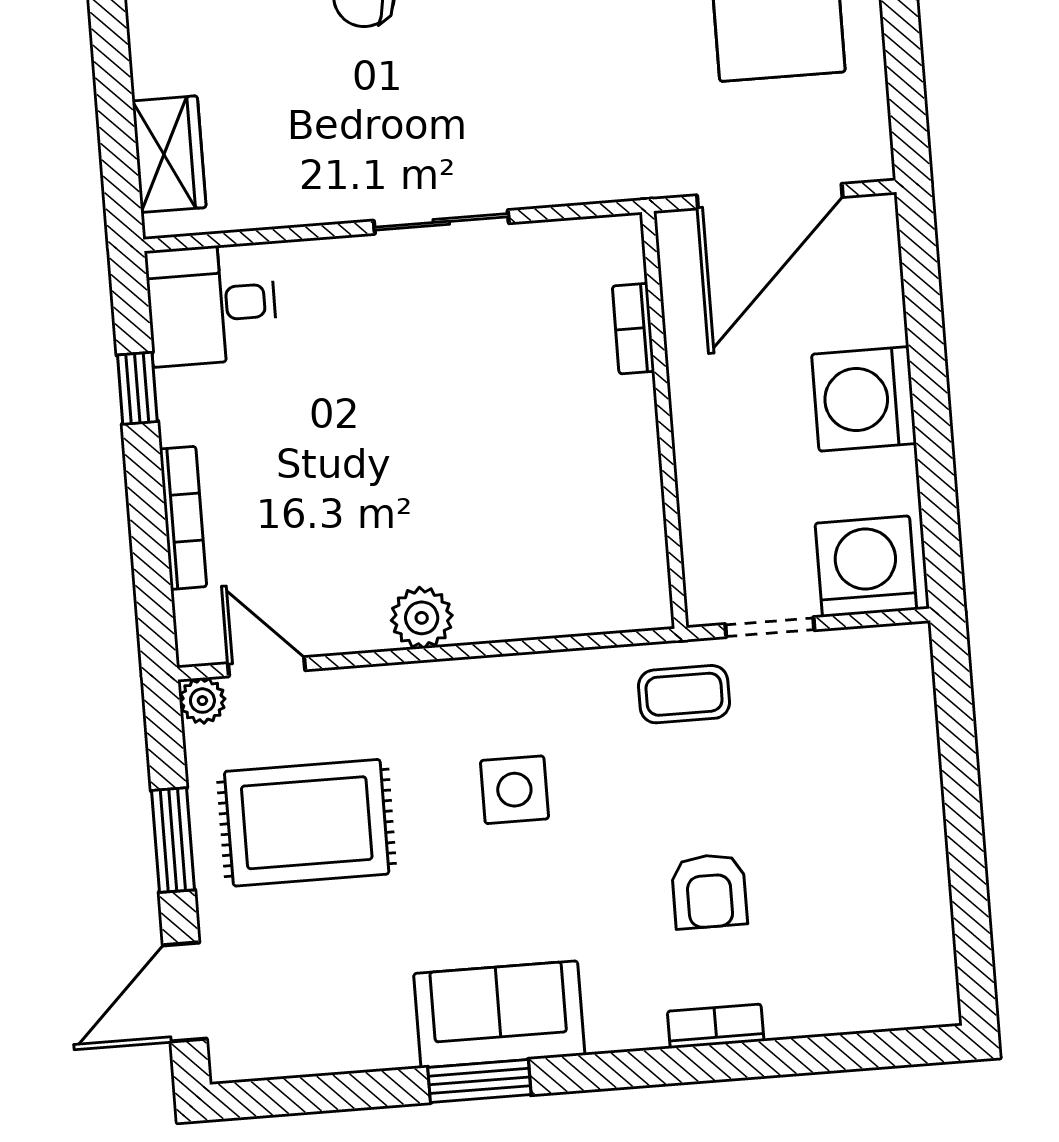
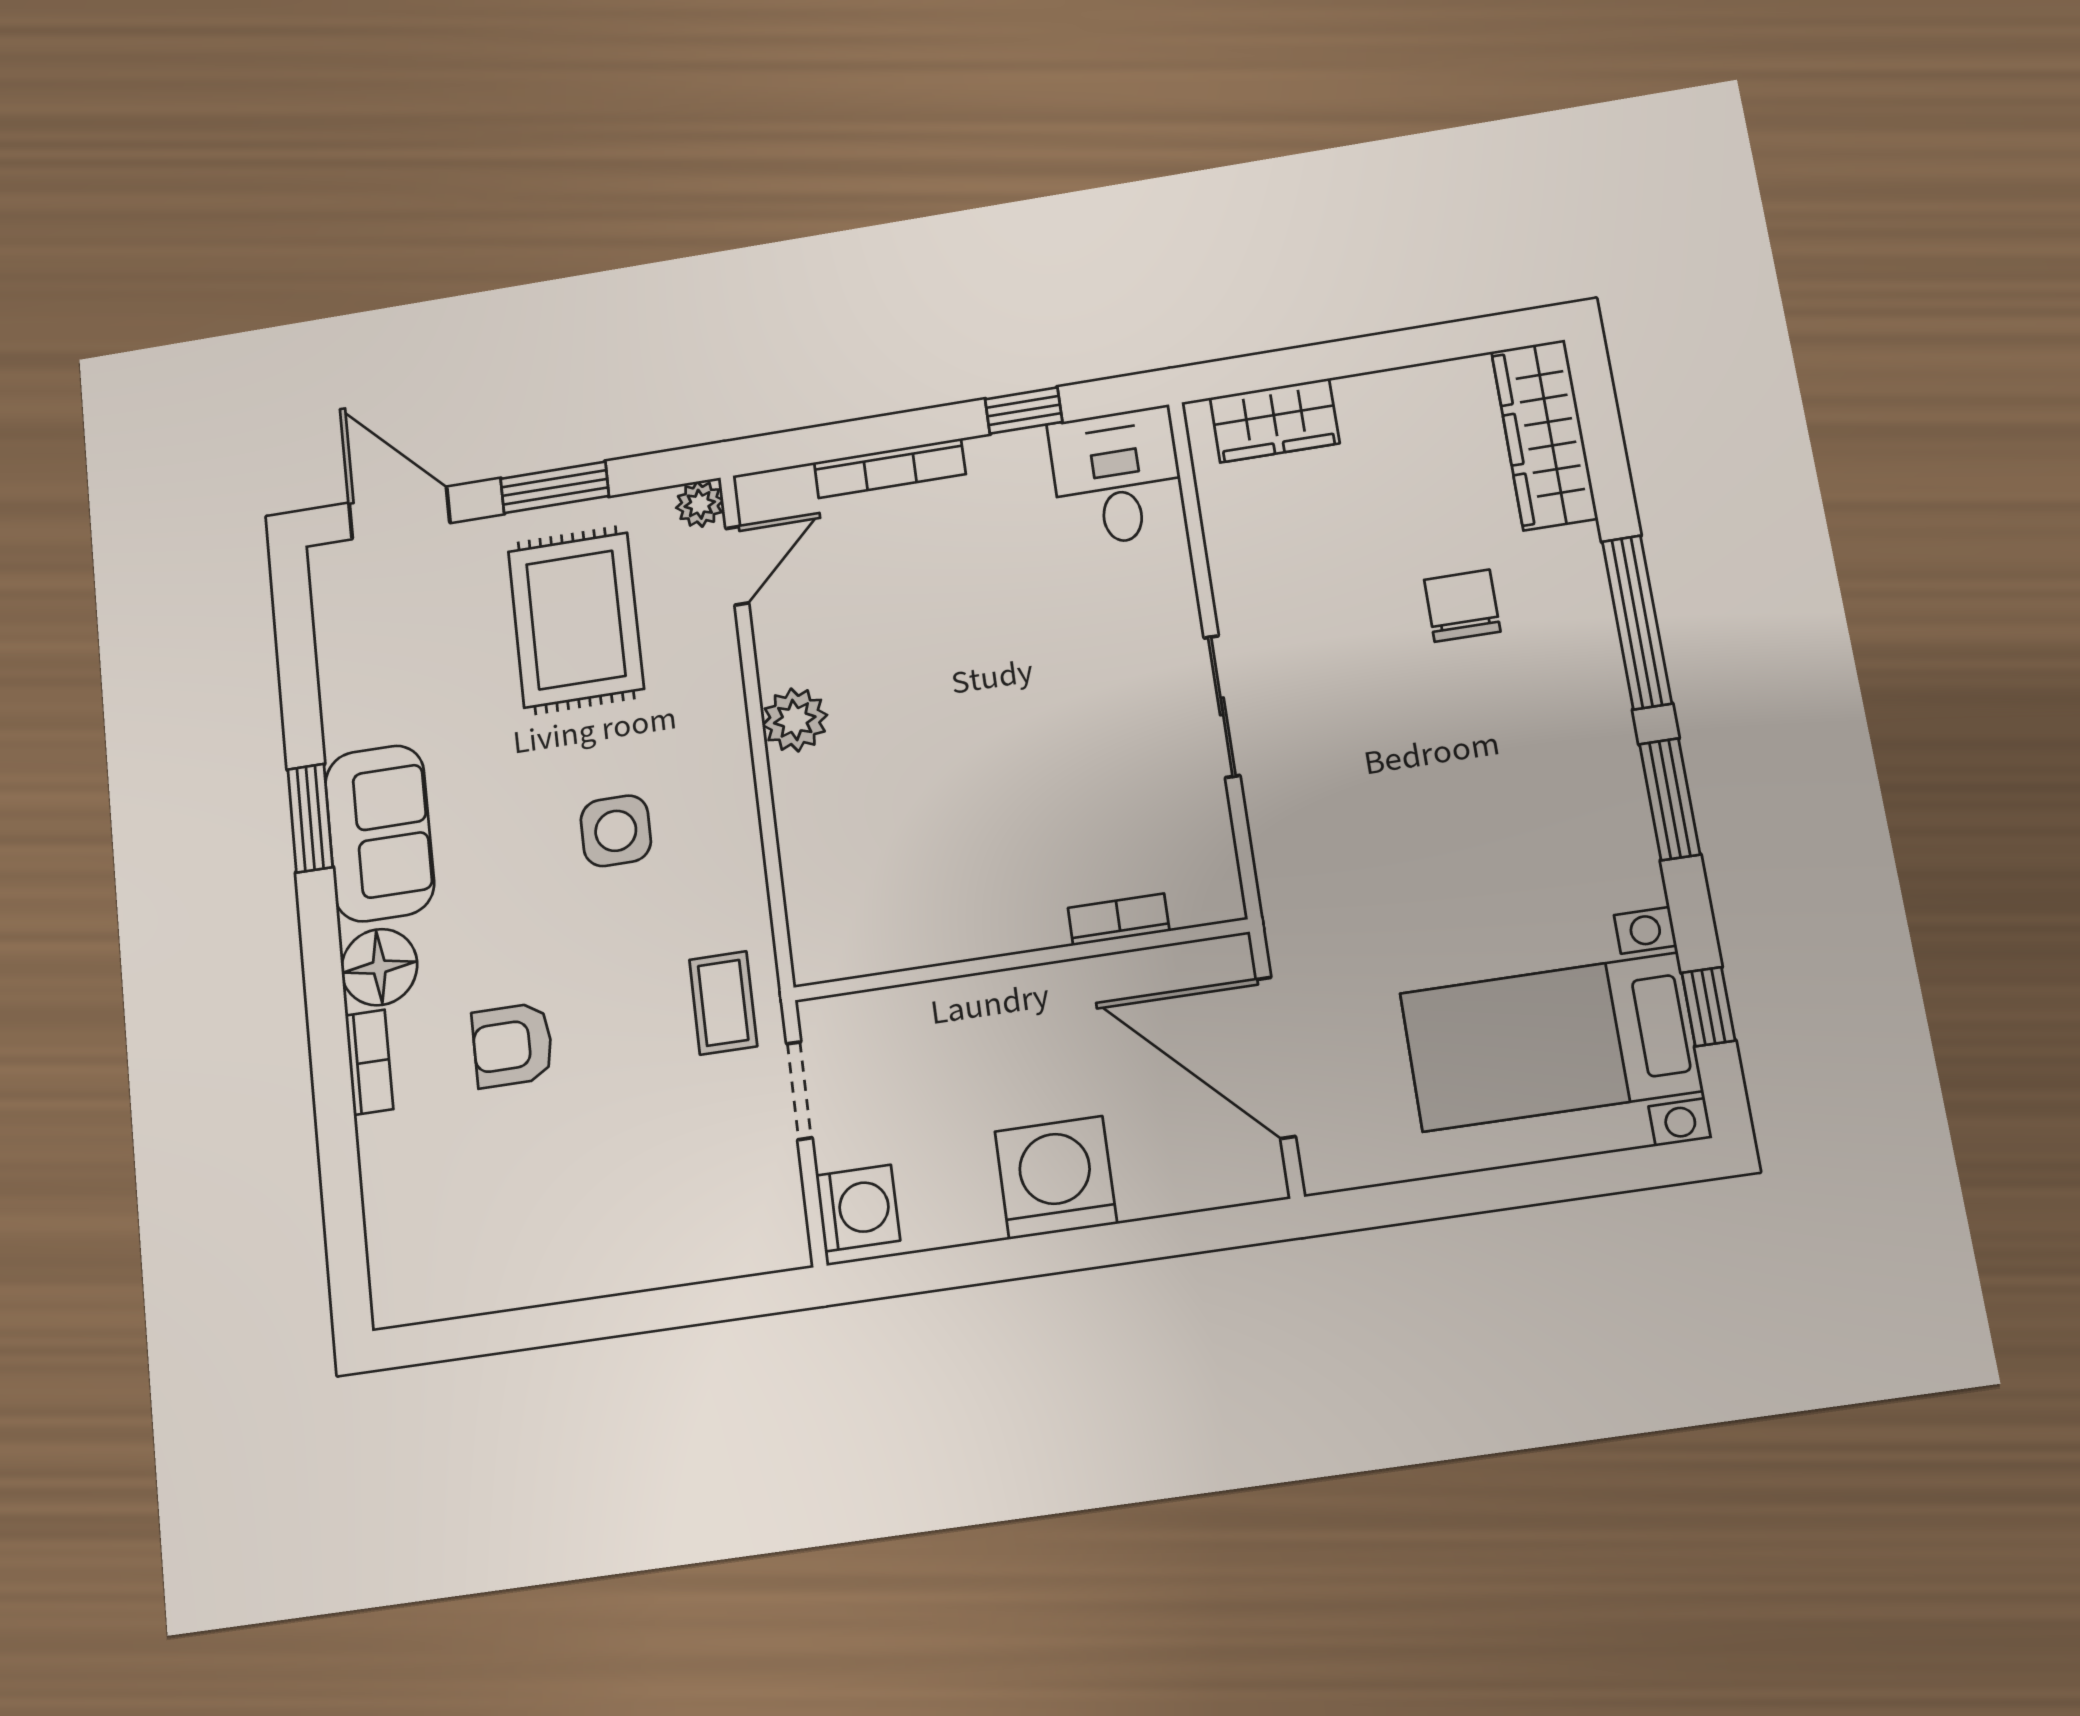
washing machine: (866, 566) -> (858, 1208), width x0.73, depth x0.73
floor lamp: (627, 1016) -> (379, 967), added

